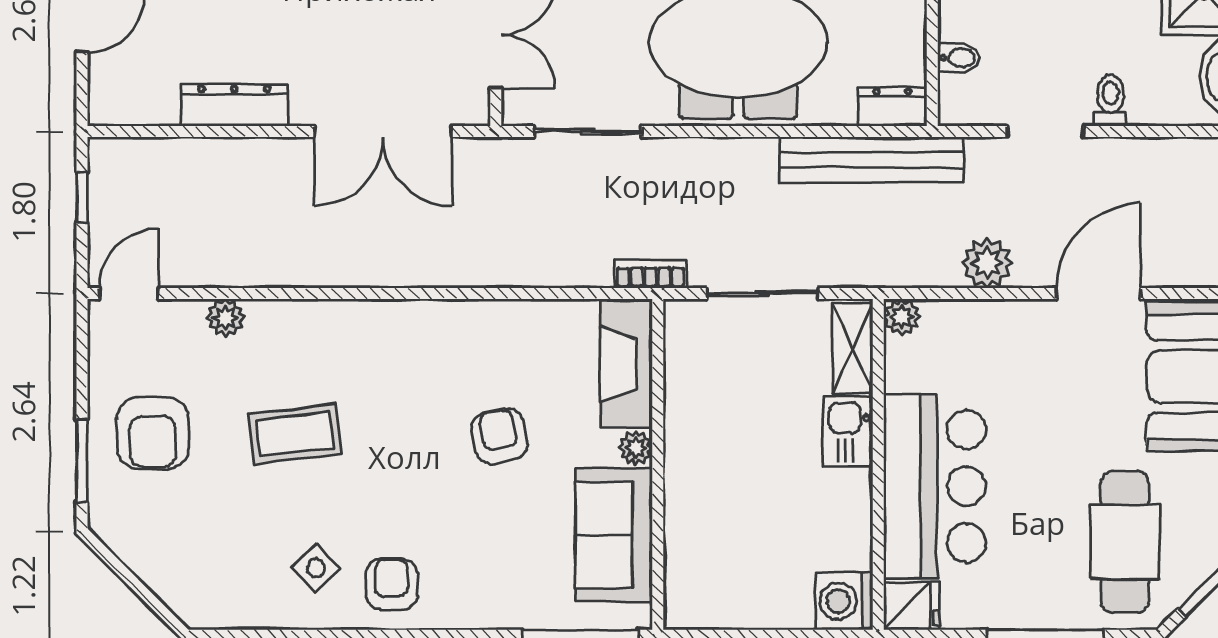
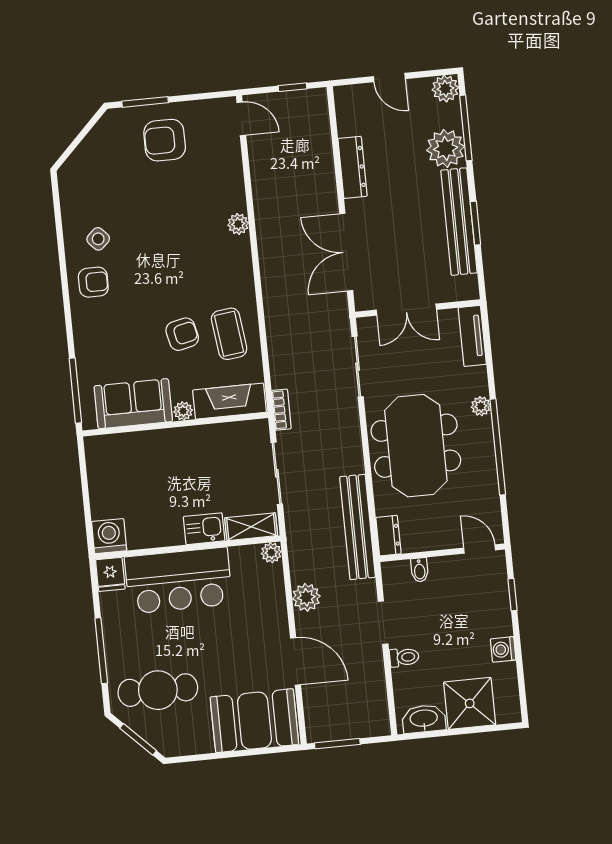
plant: (225, 318) -> (238, 224), moved
coffee table: (295, 434) -> (229, 334), moved

